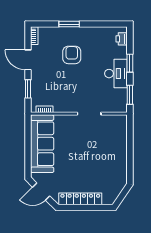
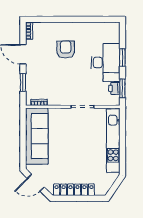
window: (69, 24) -> (63, 19), removed
printer: (122, 39) -> (114, 88), moved
desk: (116, 74) -> (105, 62), width x1.36, depth x1.30
kitchen unit: (120, 148) -> (113, 141), added

